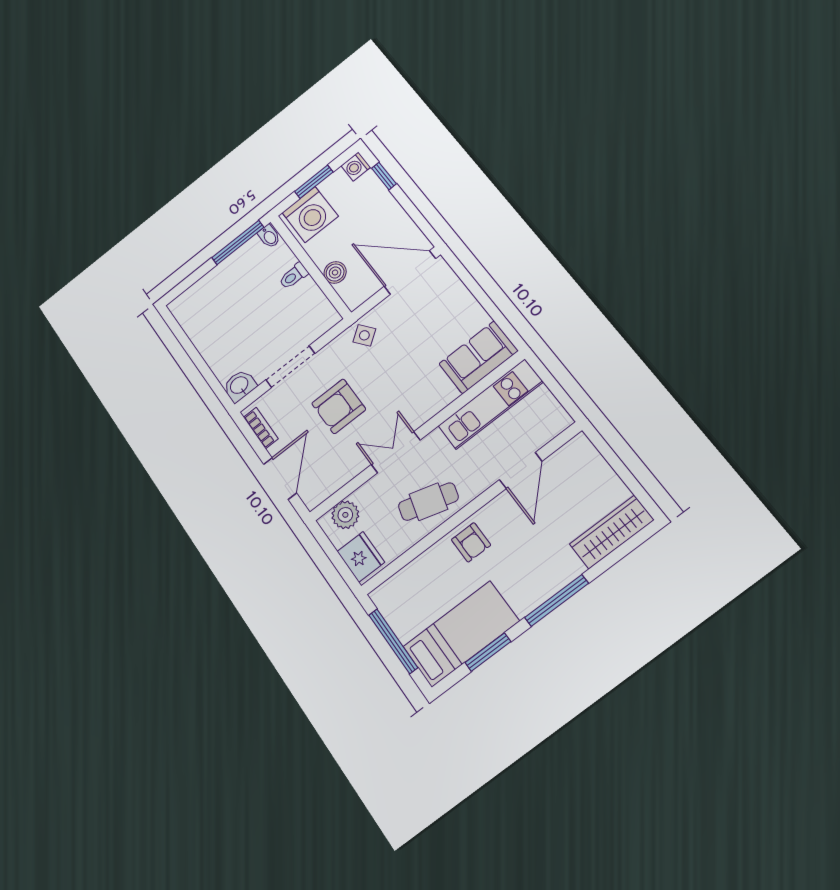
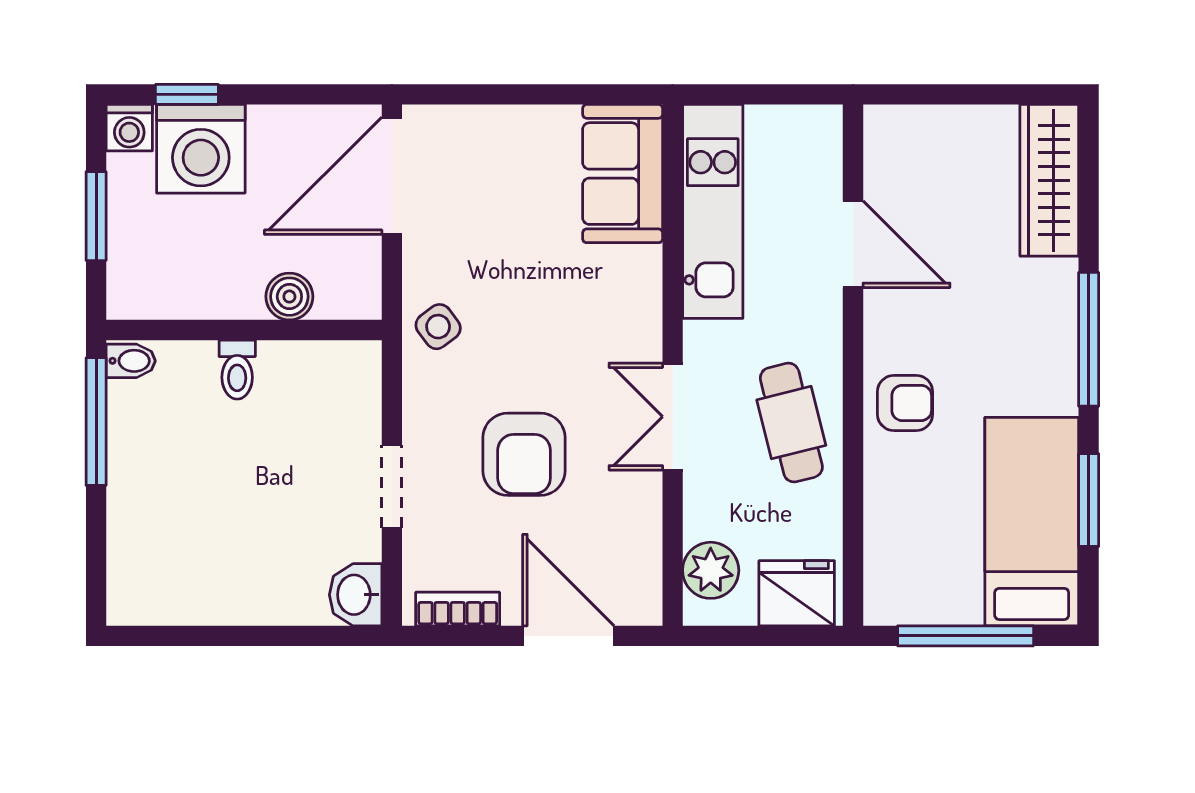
washing machine: (310, 215) -> (201, 149), moved, turned 90
doorway: (290, 367) -> (392, 486), width x0.73
cafe table: (428, 502) -> (791, 423), turned -30

